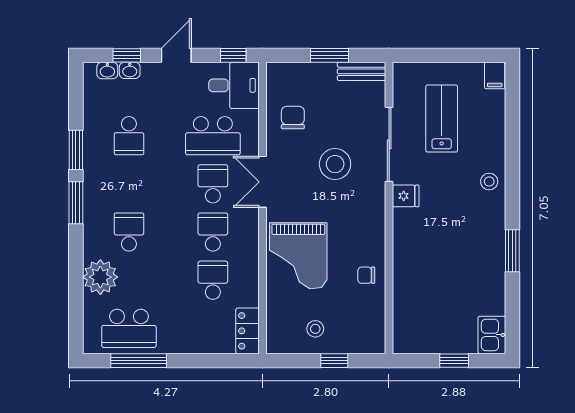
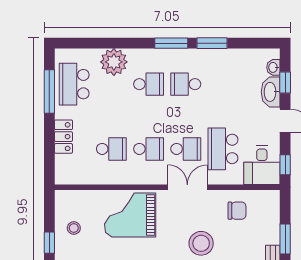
washbasin: (130, 70) -> (271, 92), width x1.91, depth x1.45
school desk: (129, 136) -> (186, 84), moved
locker: (248, 331) -> (63, 137), moved, turned 90

